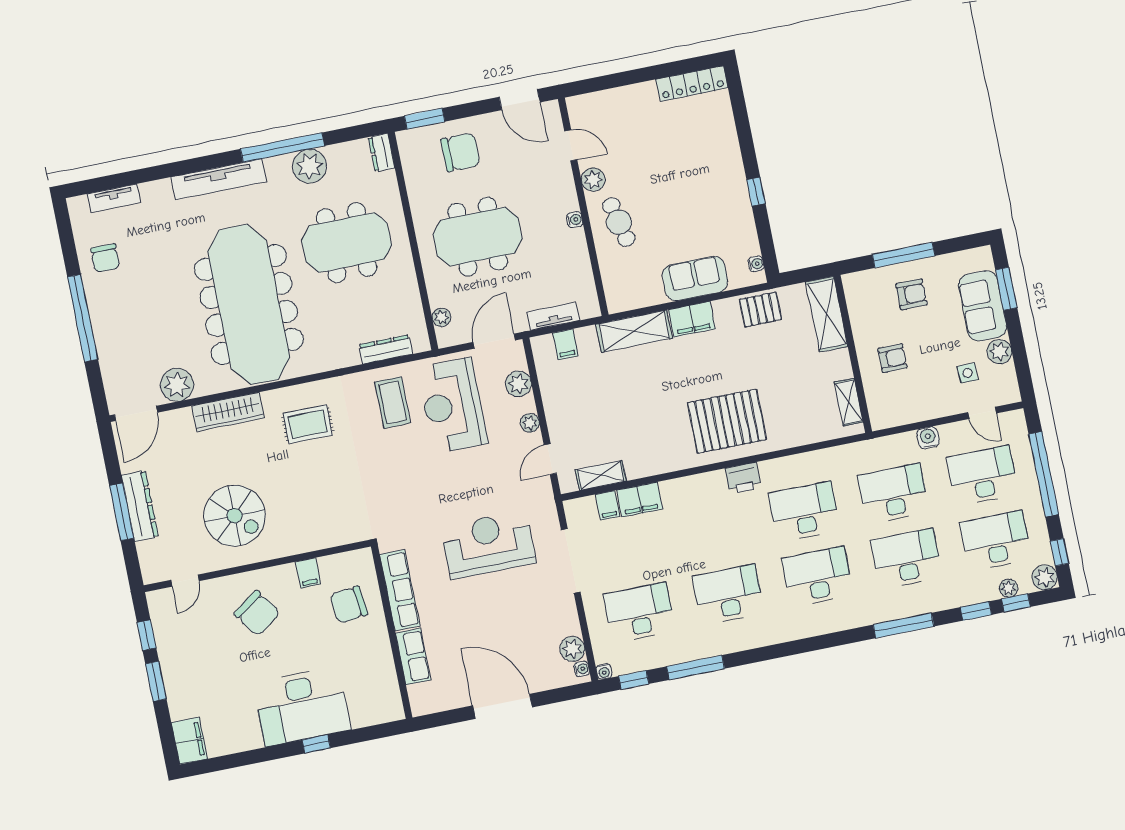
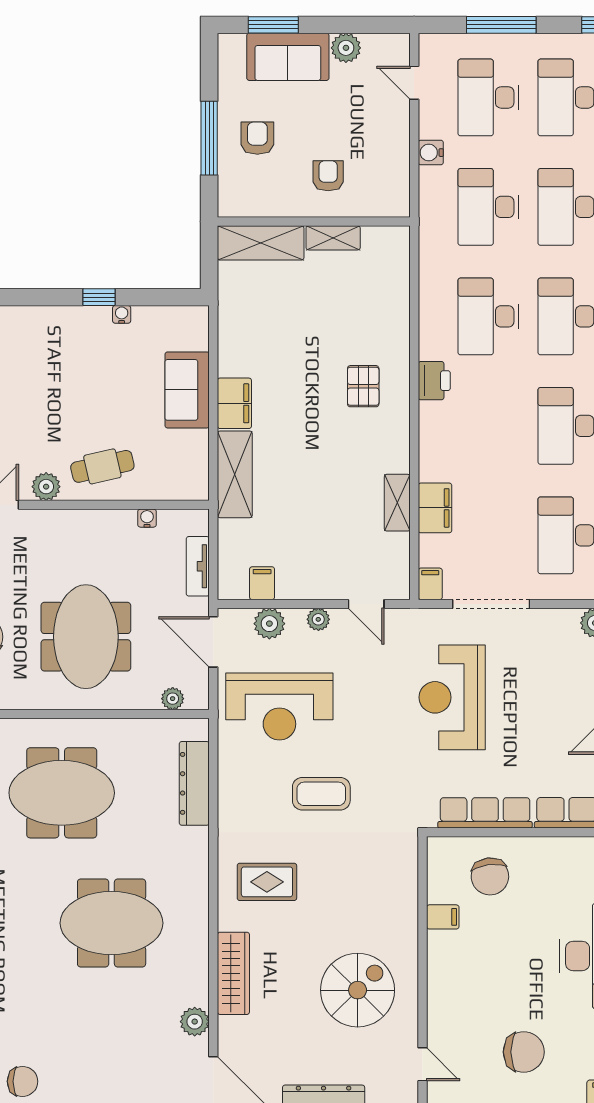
water cooler: (575, 220) -> (147, 518), moved
meeting table: (347, 243) -> (62, 793), turned 90
water cooler: (756, 264) -> (122, 314), moved
meeting table: (249, 304) -> (112, 923), width x0.54, depth x0.79
pallet: (760, 309) -> (239, 320), removed
filing cabinet: (565, 344) -> (262, 583), moved, turned -90
dresser: (386, 349) -> (194, 783), width x1.37, depth x1.24
side table: (968, 373) -> (364, 90), removed
plant: (177, 385) -> (195, 1022), width x0.73, depth x0.73
coffee table: (393, 402) -> (321, 794), moved
shelving: (849, 402) -> (333, 238), moved
door: (982, 413) -> (414, 83), swing flipped
pallet: (727, 421) -> (363, 386), width x0.49, depth x0.50
rug: (308, 424) -> (267, 882), turned 90
window: (1044, 474) -> (501, 25), width x0.68
shelving: (601, 475) -> (397, 503), moved
filing cabinet: (608, 505) -> (430, 584), moved, turned -90
chair: (257, 613) -> (524, 1052), moved, turned 35

